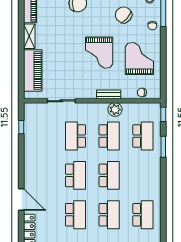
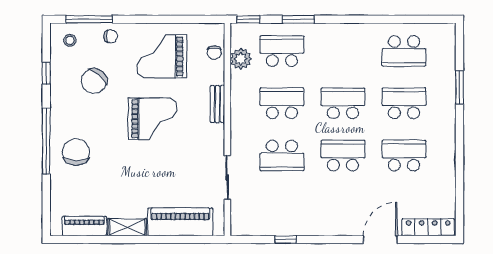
plant: (115, 110) -> (241, 59), moved
window: (21, 127) -> (286, 240), moved
school desk: (143, 215) -> (404, 51), turned 180

